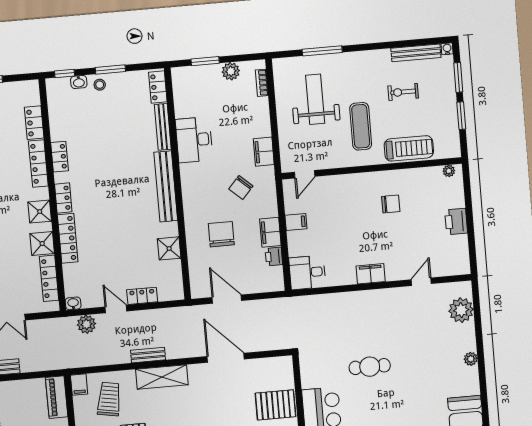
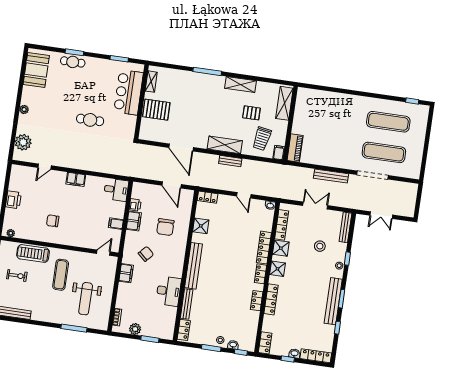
exercise bike: (403, 92) -> (17, 276), moved
locker: (34, 123) -> (265, 343), moved
locker: (142, 296) -> (208, 197), moved
plant: (86, 324) -> (265, 190), removed

